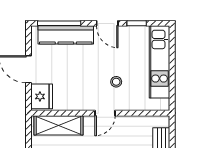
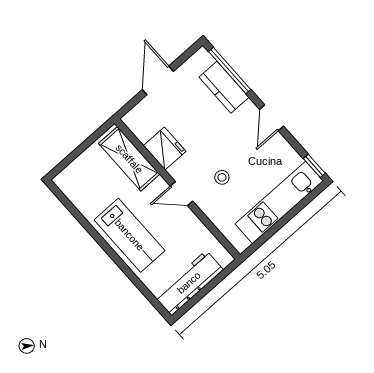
window: (137, 23) -> (314, 166), moved
kitchen counter: (66, 35) -> (224, 87), width x0.67
fridge: (42, 96) -> (165, 149), moved, turned -90

